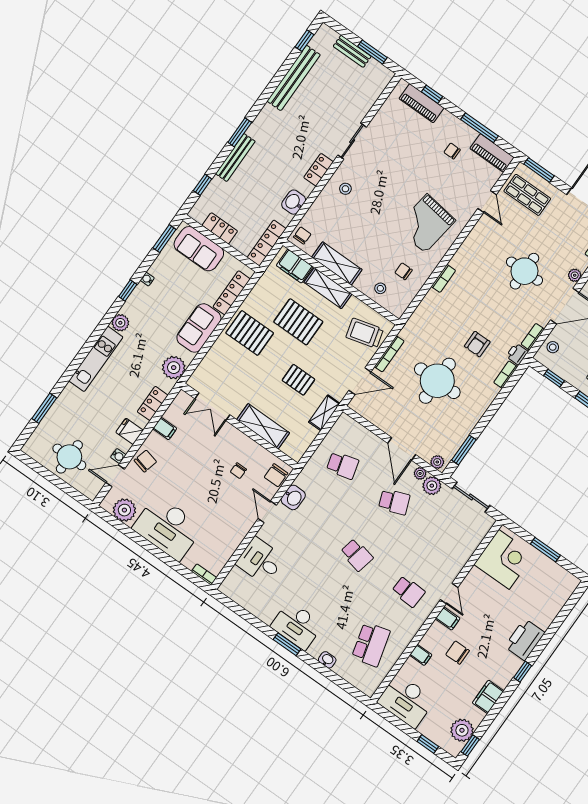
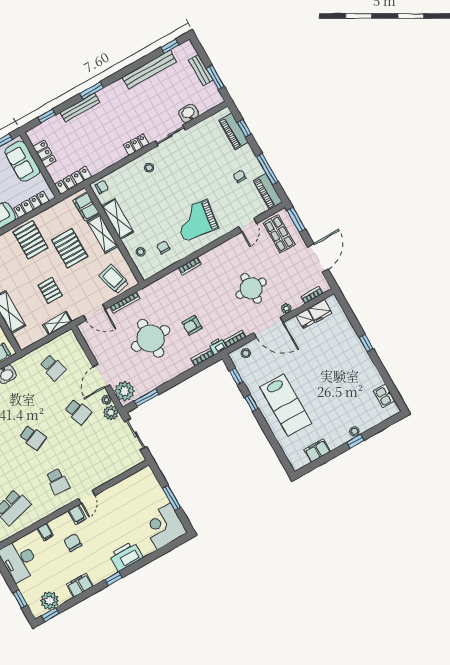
washbasin: (294, 202) -> (188, 113), moved
plant: (437, 462) -> (125, 391), width x1.88, depth x1.88
school desk: (357, 555) -> (33, 437), turned -36
corner desk: (504, 559) -> (164, 526), moved, turned 180

